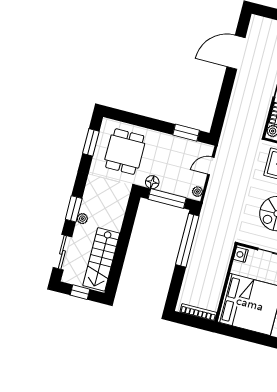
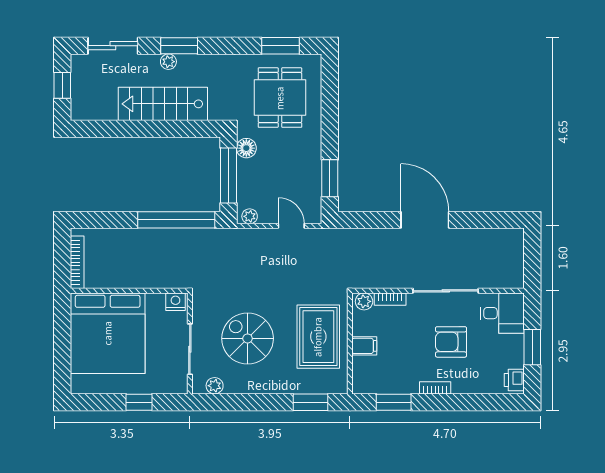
door: (236, 52) -> (425, 220), moved
dining table: (125, 152) -> (280, 98), turned 90
stairs: (101, 259) -> (163, 104), moved

